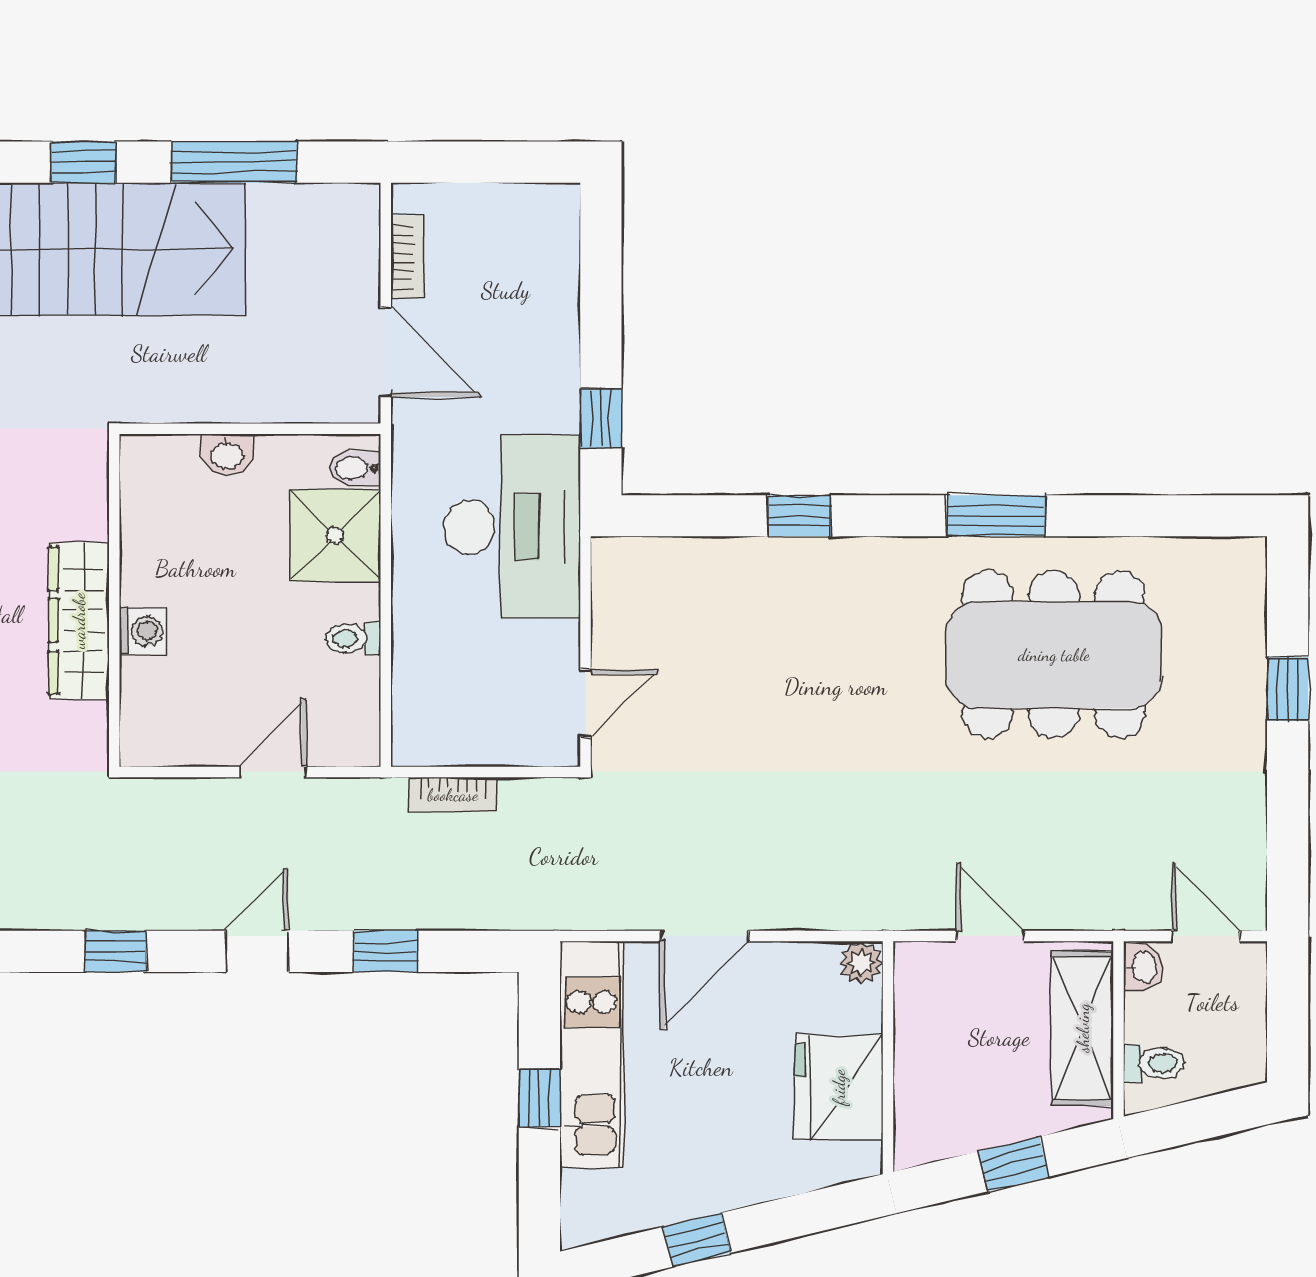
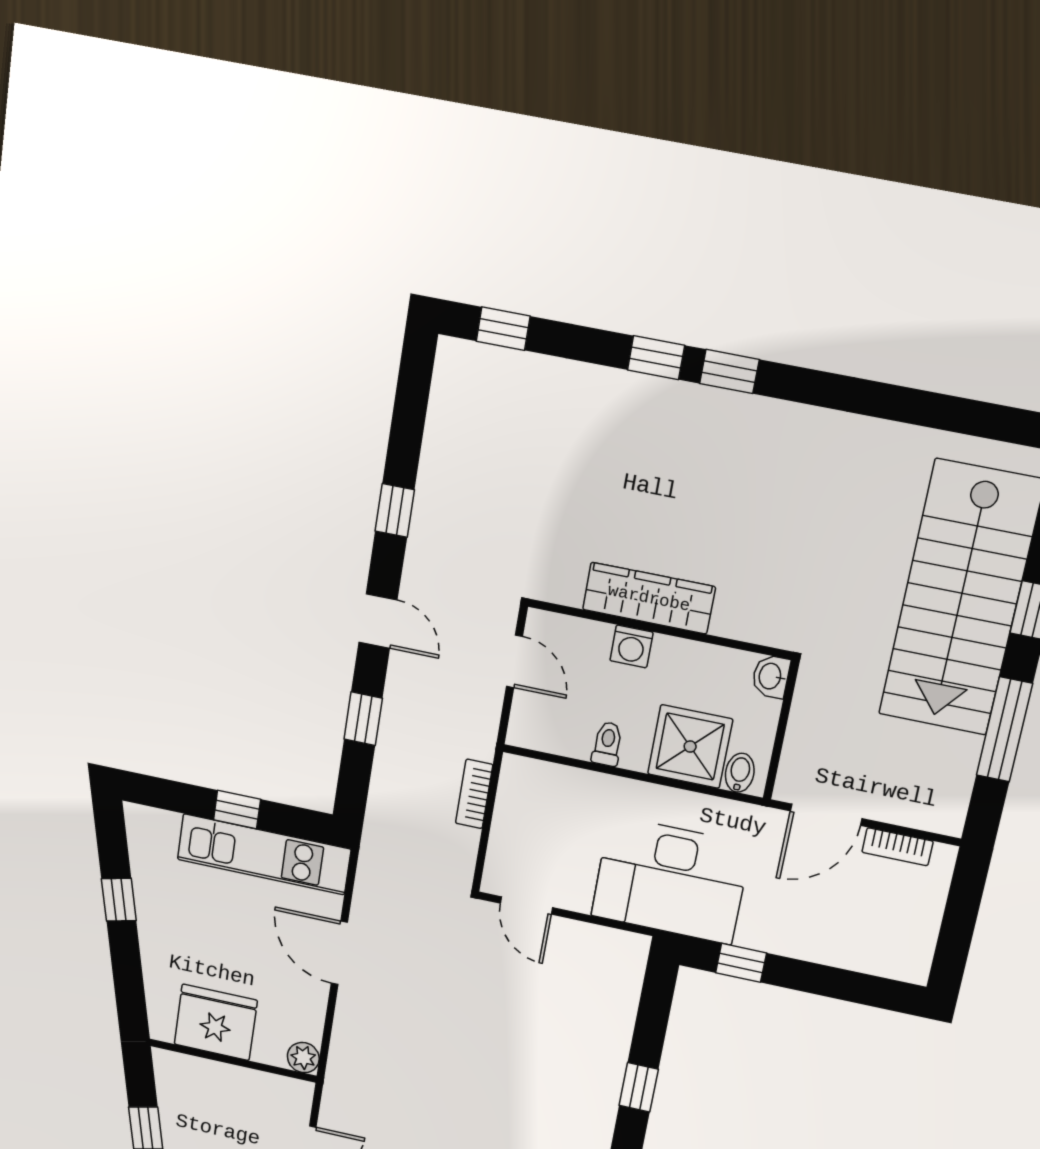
wall: (114, 600) -> (660, 629), moved
wardrobe: (79, 621) -> (649, 598), moved
washing machine: (143, 631) -> (631, 646), moved

